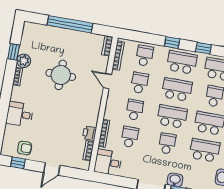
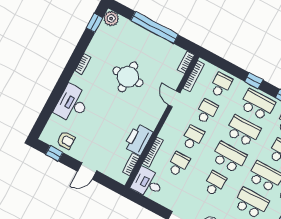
window: (14, 52) -> (95, 23), moved
plant: (24, 61) -> (111, 18), moved
desk: (20, 114) -> (72, 104), width x1.37
printer: (89, 133) -> (138, 140), width x1.87, depth x1.48

